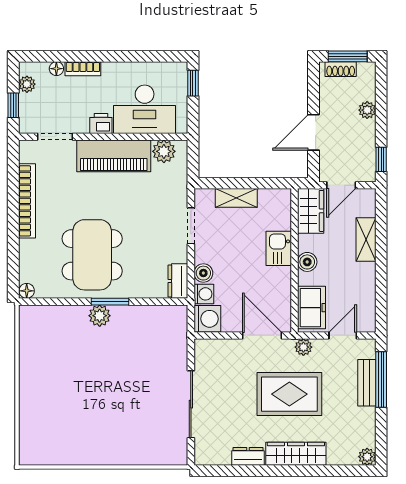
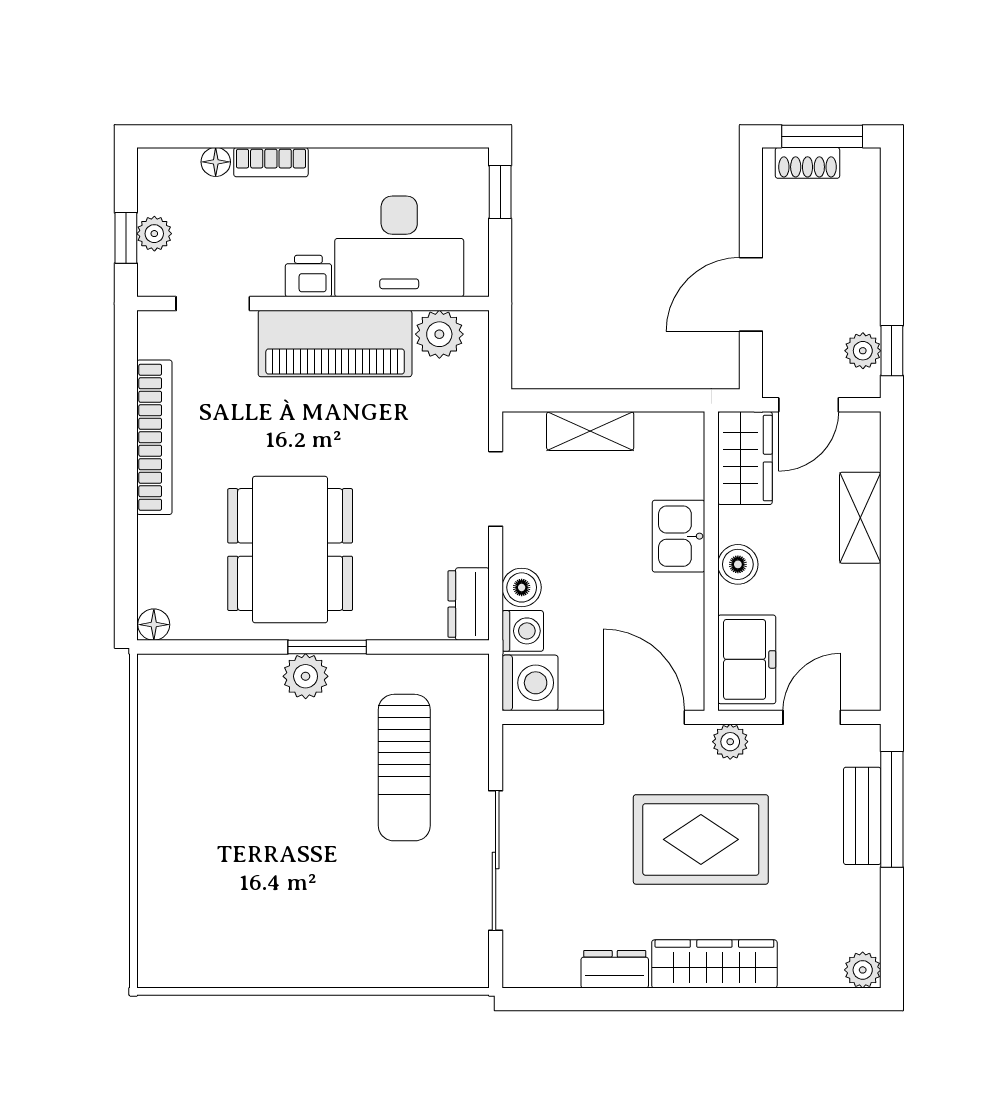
plant: (27, 84) -> (154, 234), moved
plant: (367, 110) -> (863, 351), moved
sun lounger: (147, 360) -> (404, 768), added

